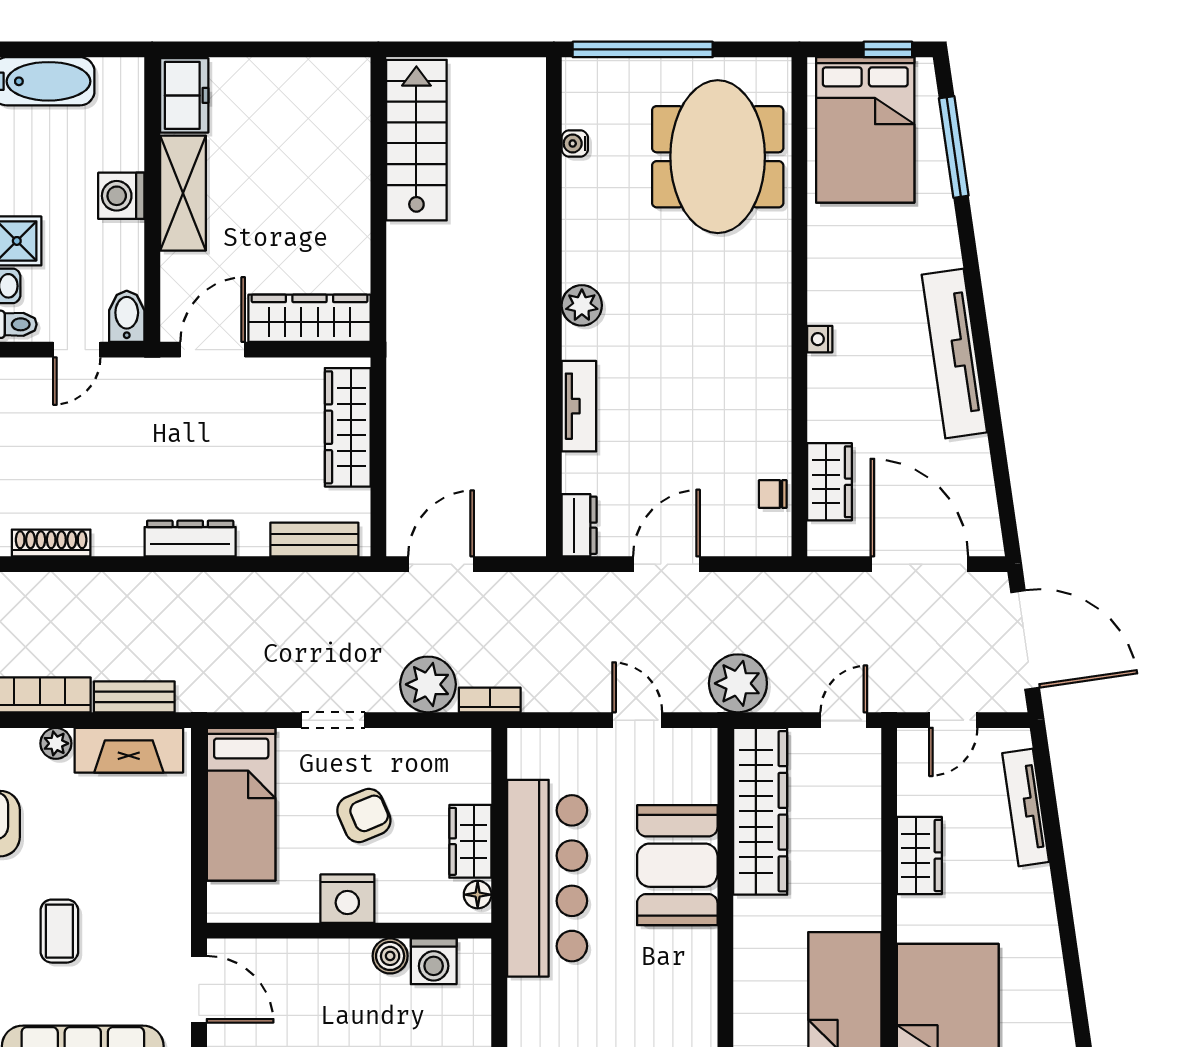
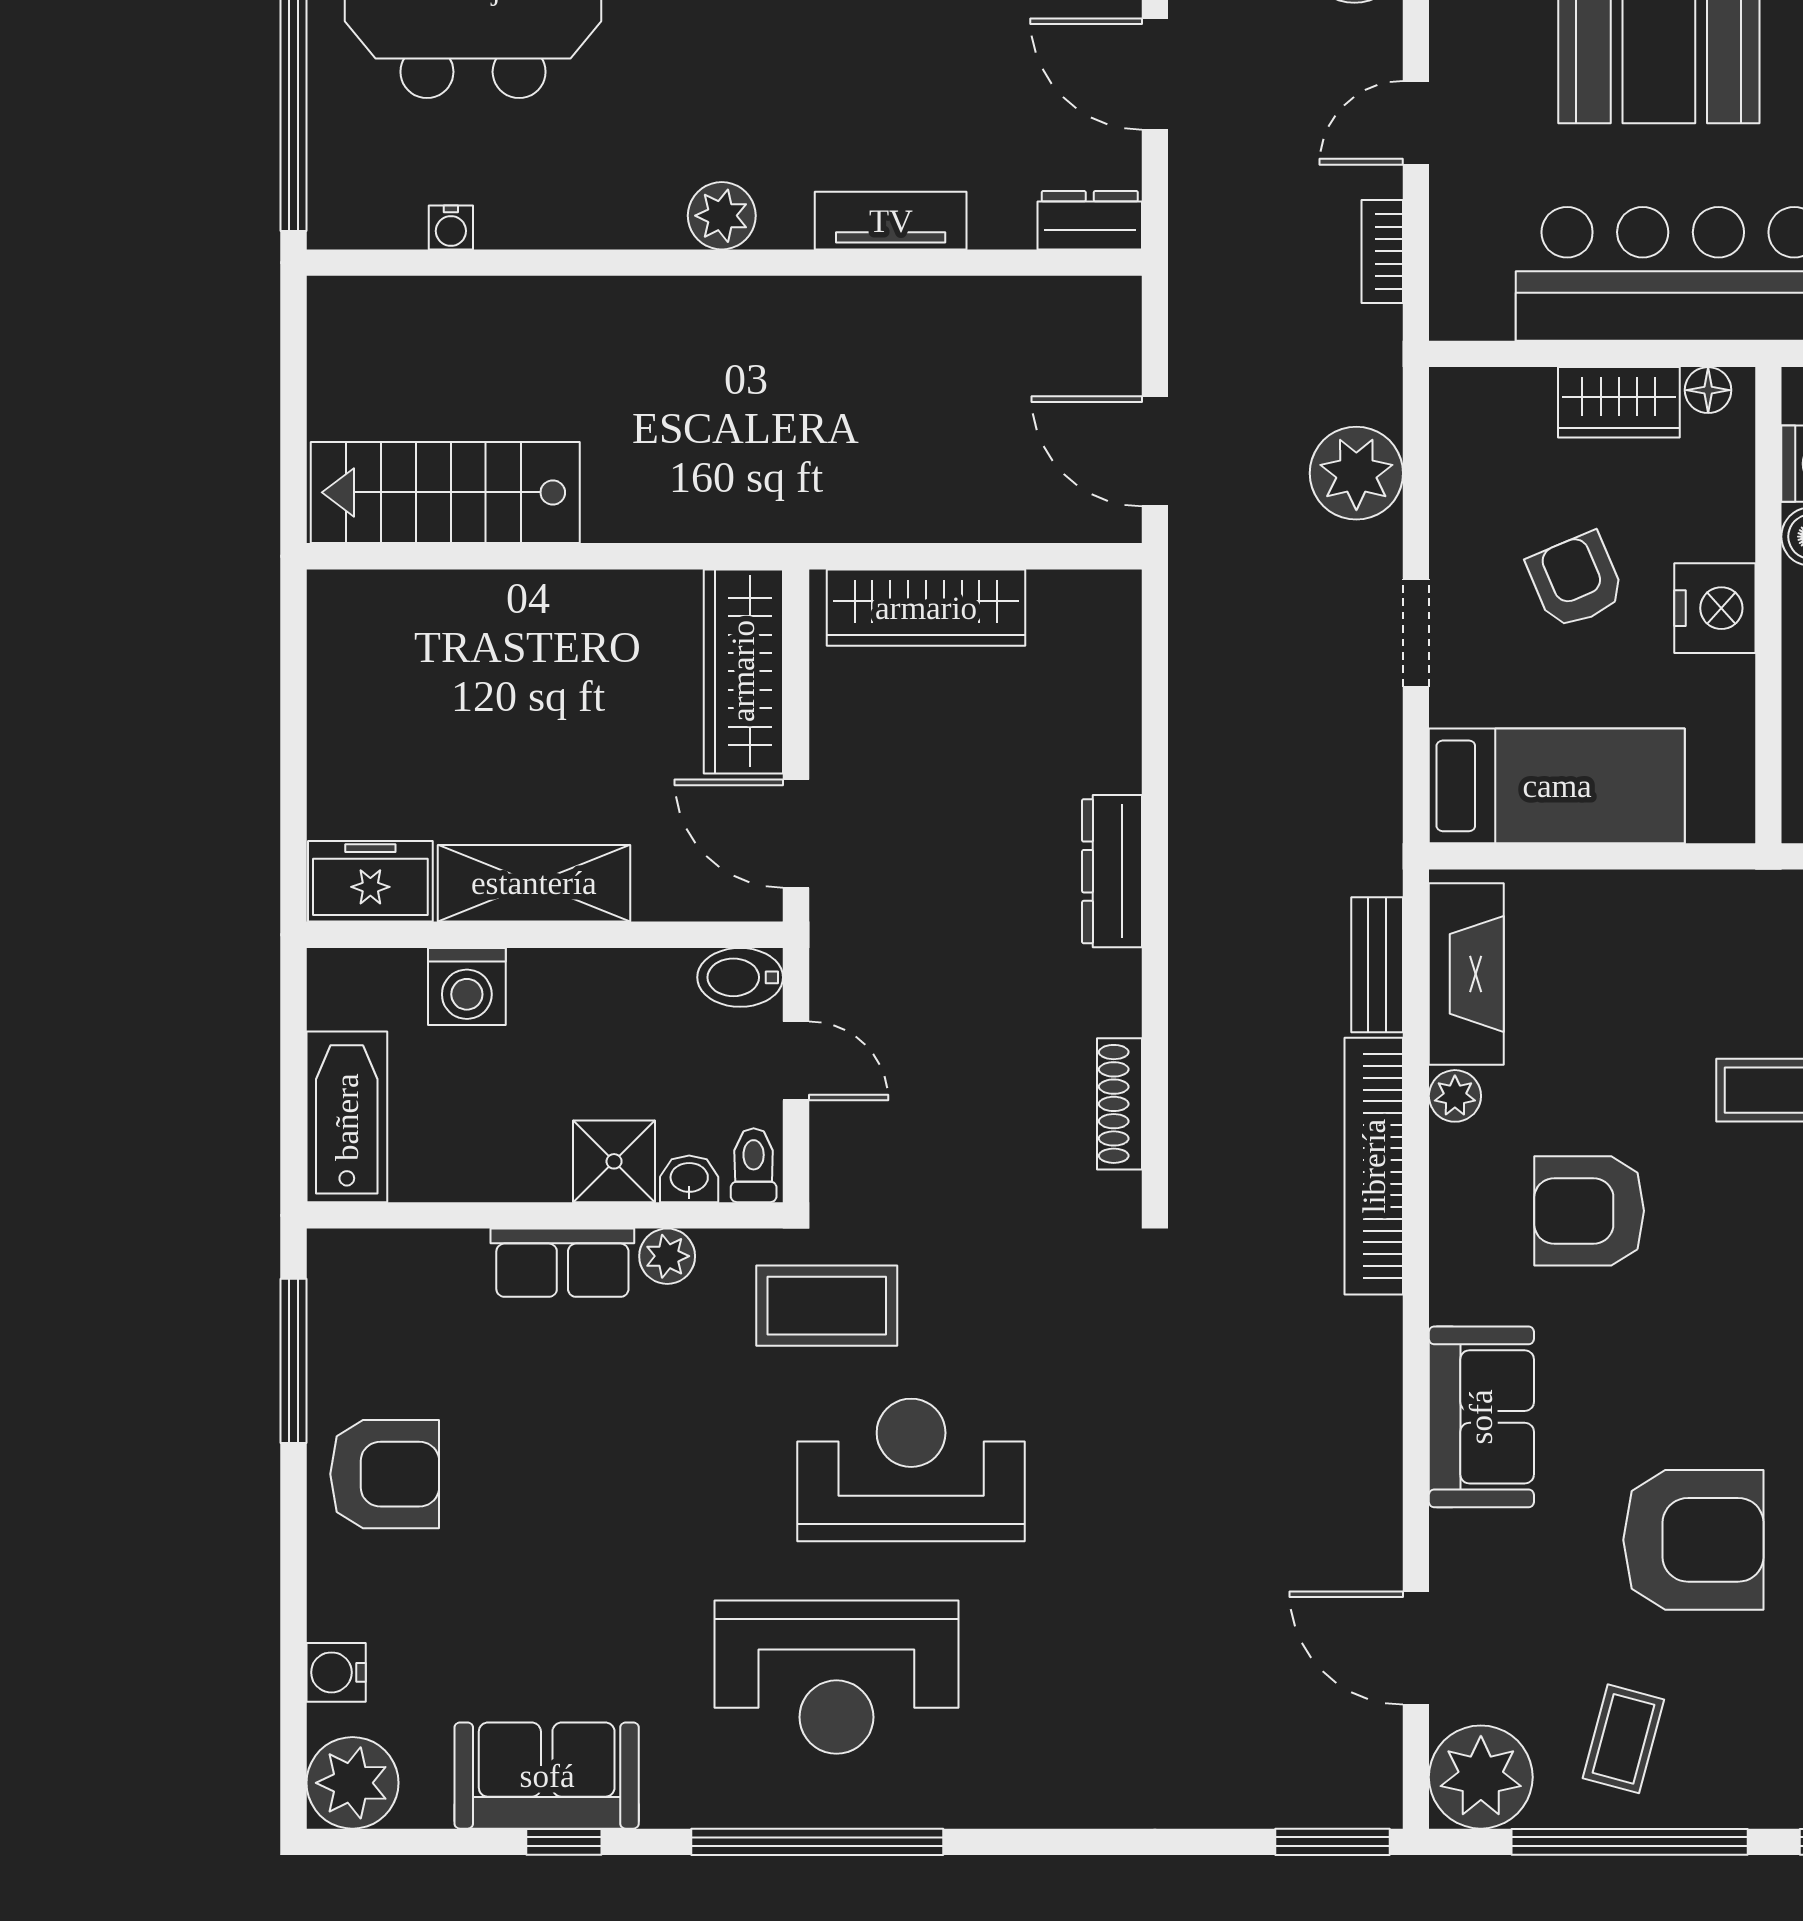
washing machine: (121, 196) -> (467, 987), moved
bench: (314, 539) -> (1114, 663), removed
bookcase: (490, 700) -> (1382, 251), moved

